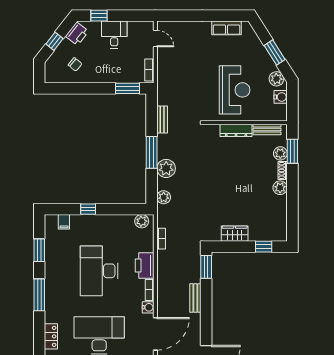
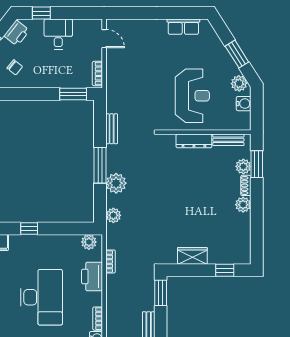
printer: (145, 266) -> (92, 277), moved
desk: (99, 271) -> (41, 297), turned 180

